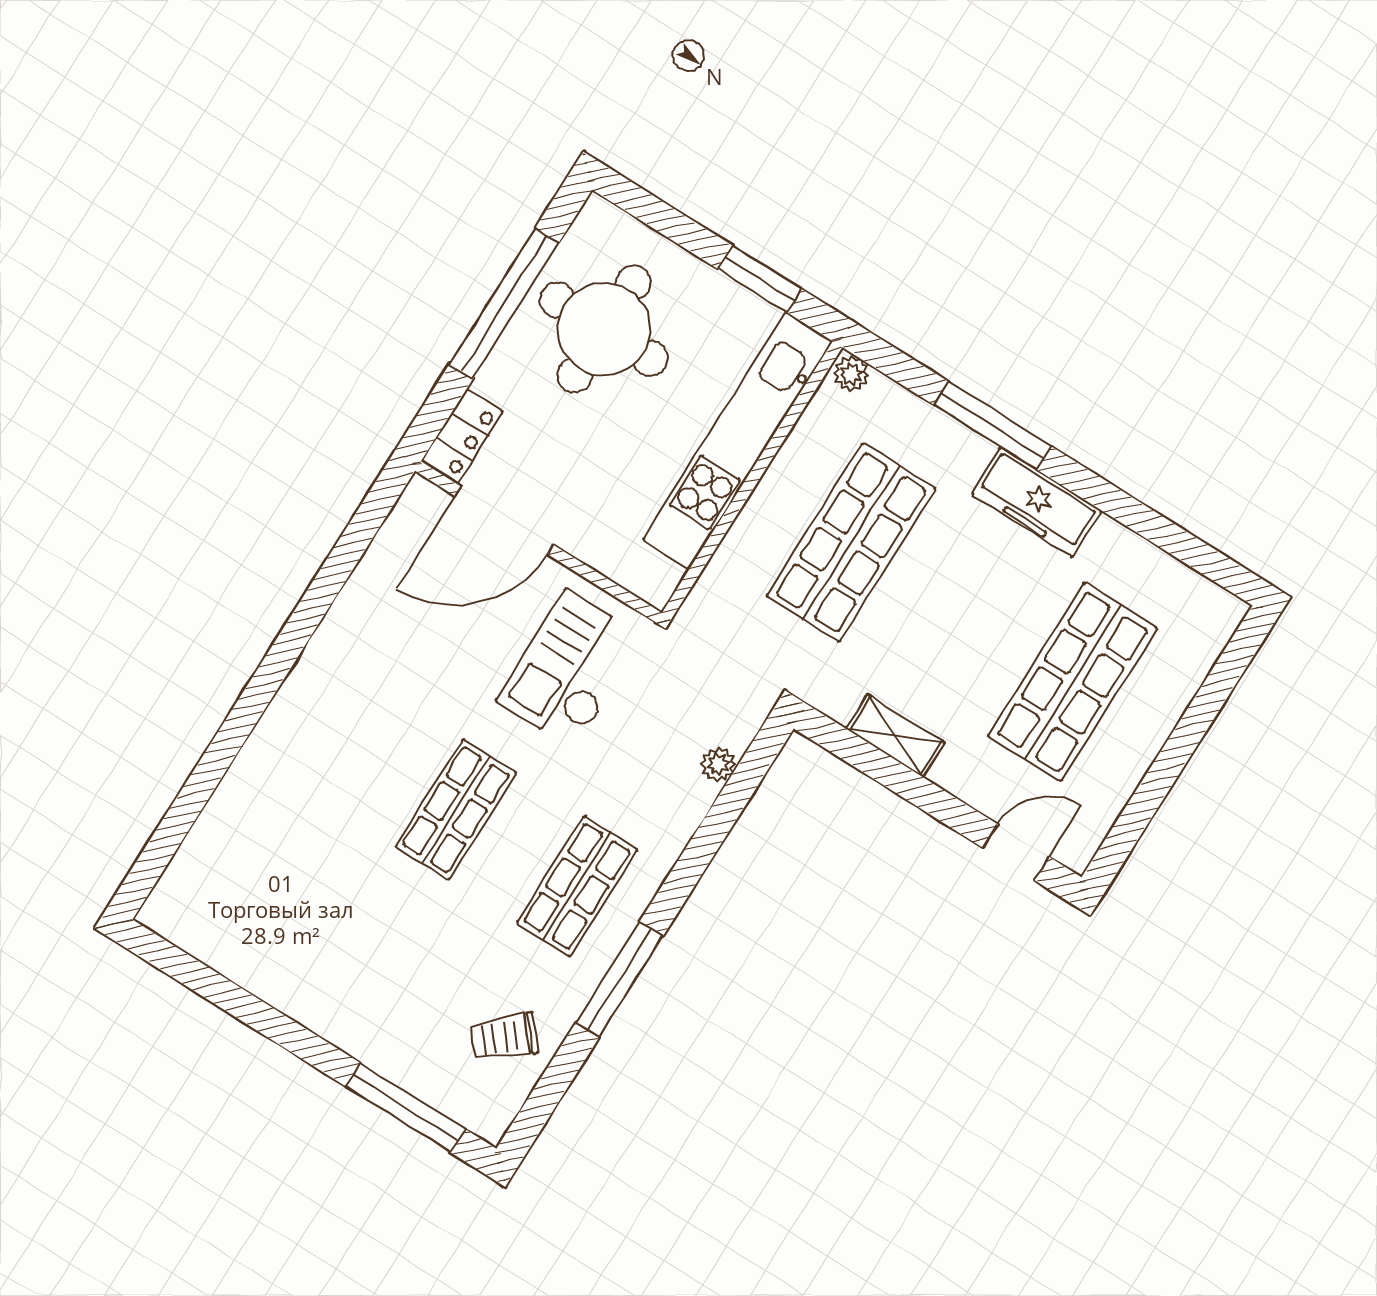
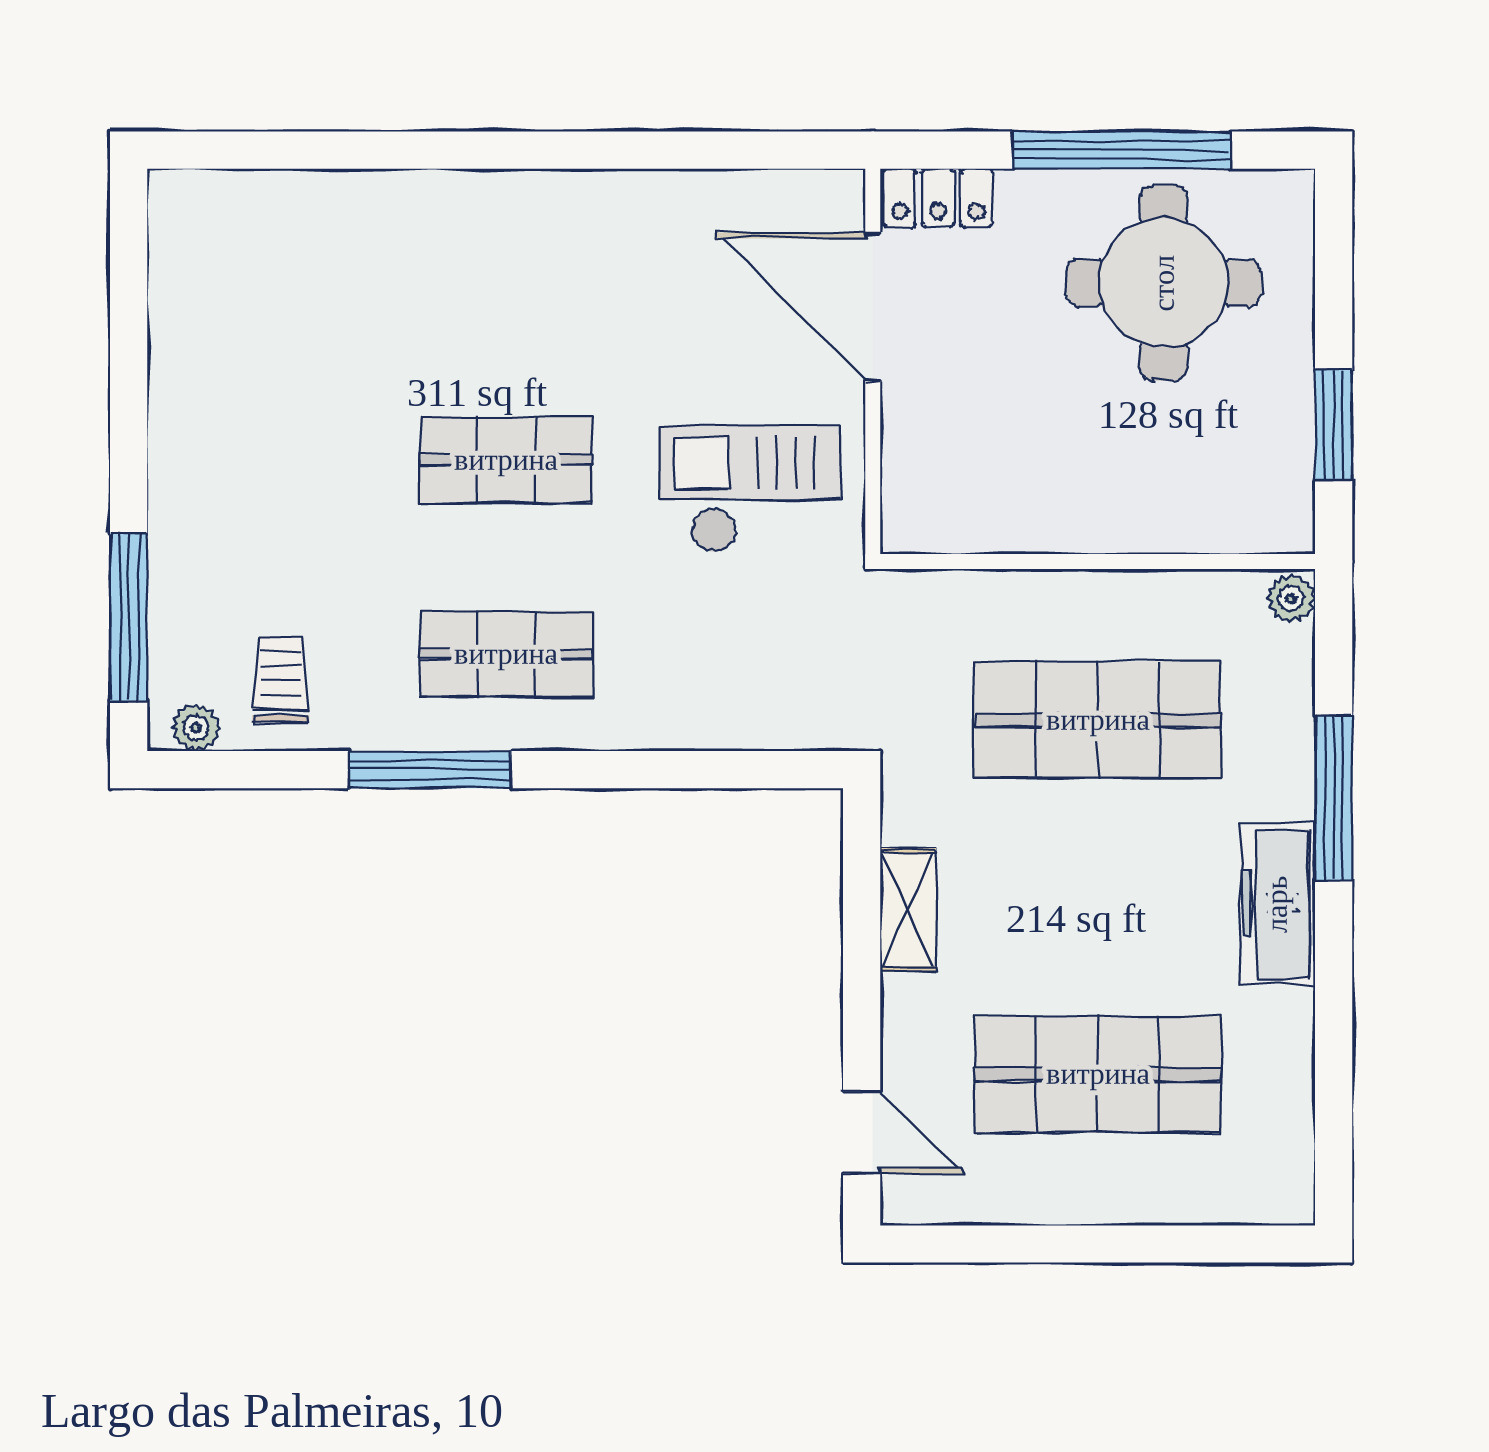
kitchen unit: (738, 440) -> (1133, 516), removed
plant: (718, 764) -> (196, 728), moved
trolley: (504, 1037) -> (281, 679), turned 41

